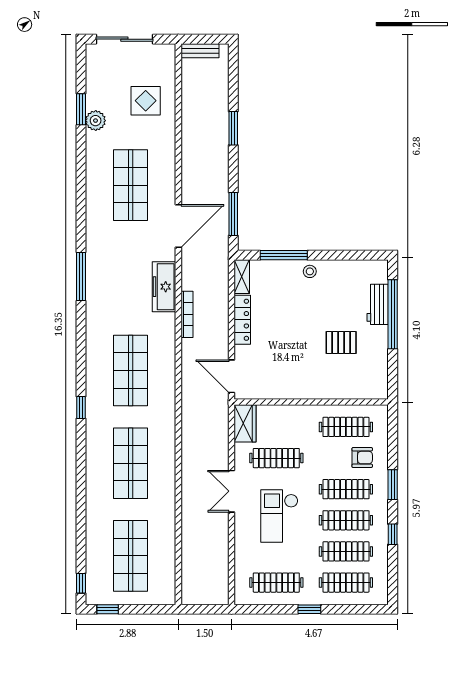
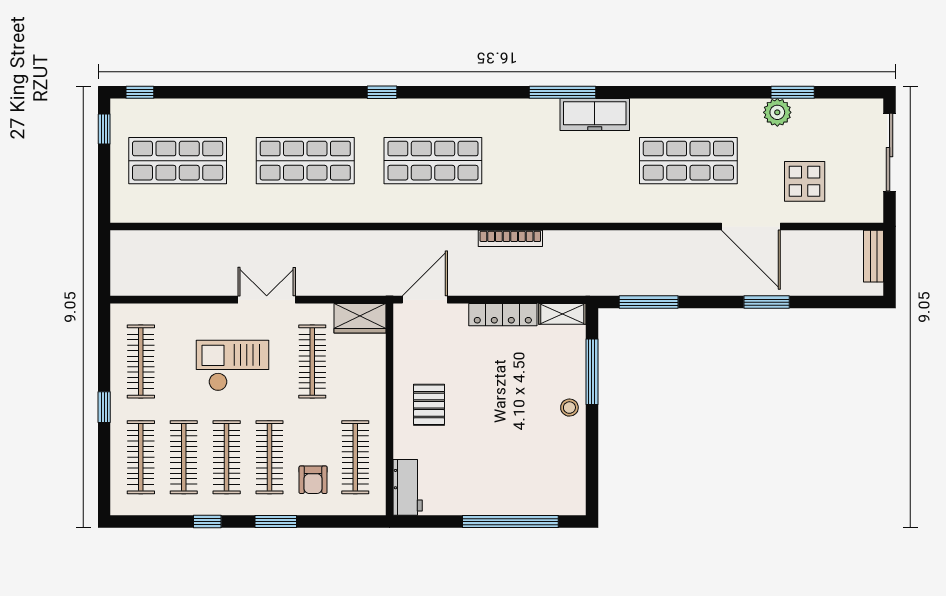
door: (178, 226) -> (751, 226), moved
freezer: (164, 287) -> (595, 114), moved, turned 180
workbench: (378, 304) -> (408, 487), moved, turned 90
pallet: (341, 342) -> (429, 405), moved

